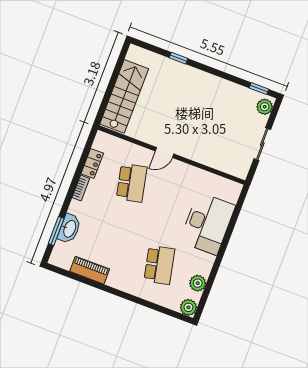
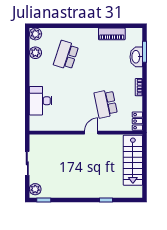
locker: (92, 163) -> (137, 121), moved
desk: (207, 224) -> (41, 101), width x0.73, depth x0.77
school desk: (159, 265) -> (66, 55), turned 30

